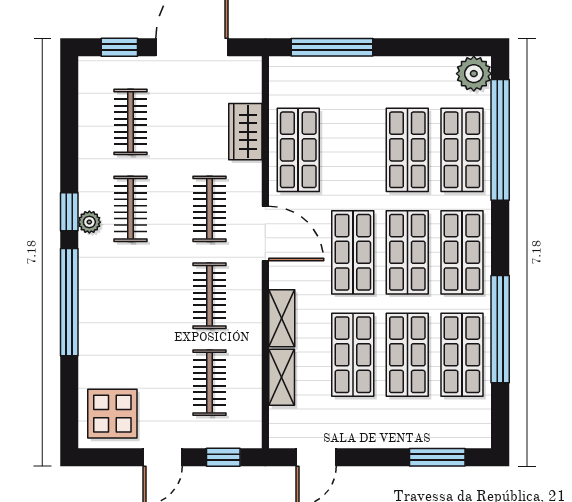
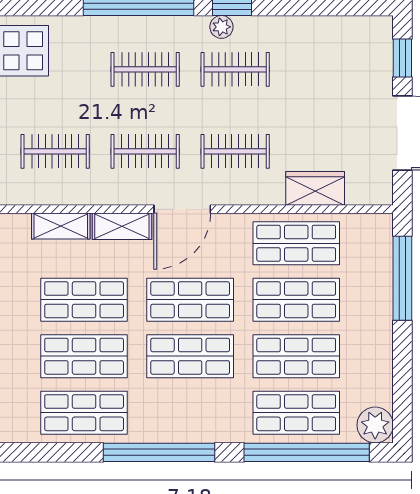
clothes rail: (130, 122) -> (145, 69), moved
door: (265, 234) -> (182, 209), moved
shop shelf: (462, 252) -> (296, 300), moved
window: (500, 329) -> (159, 452), moved

